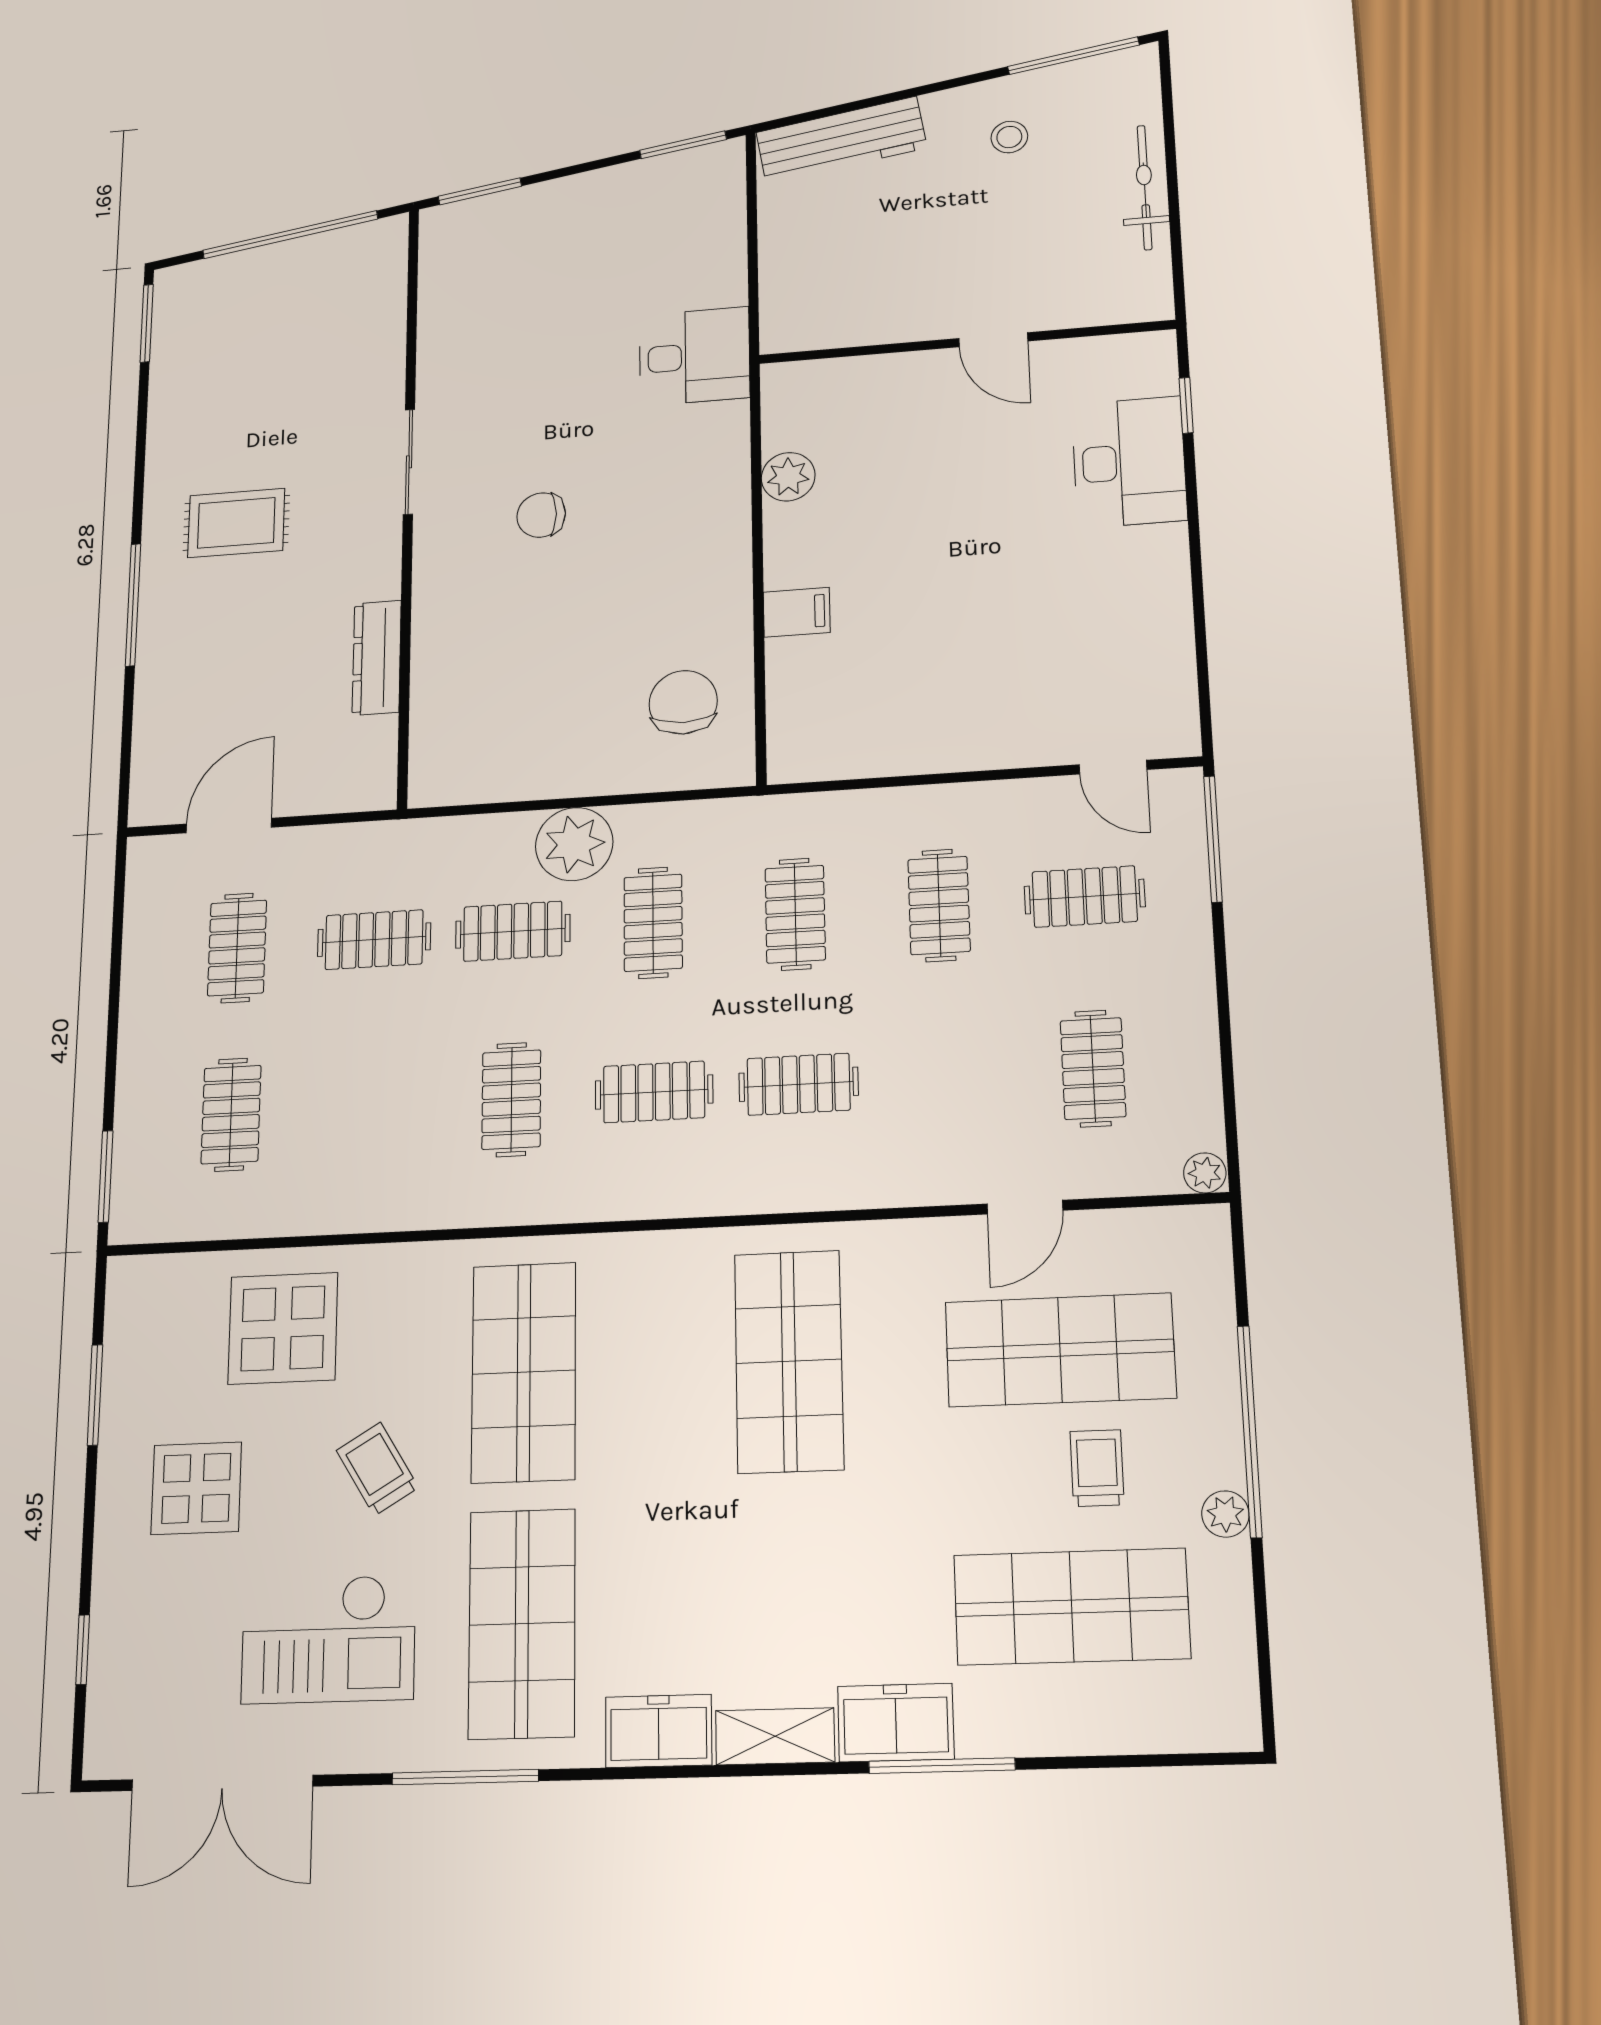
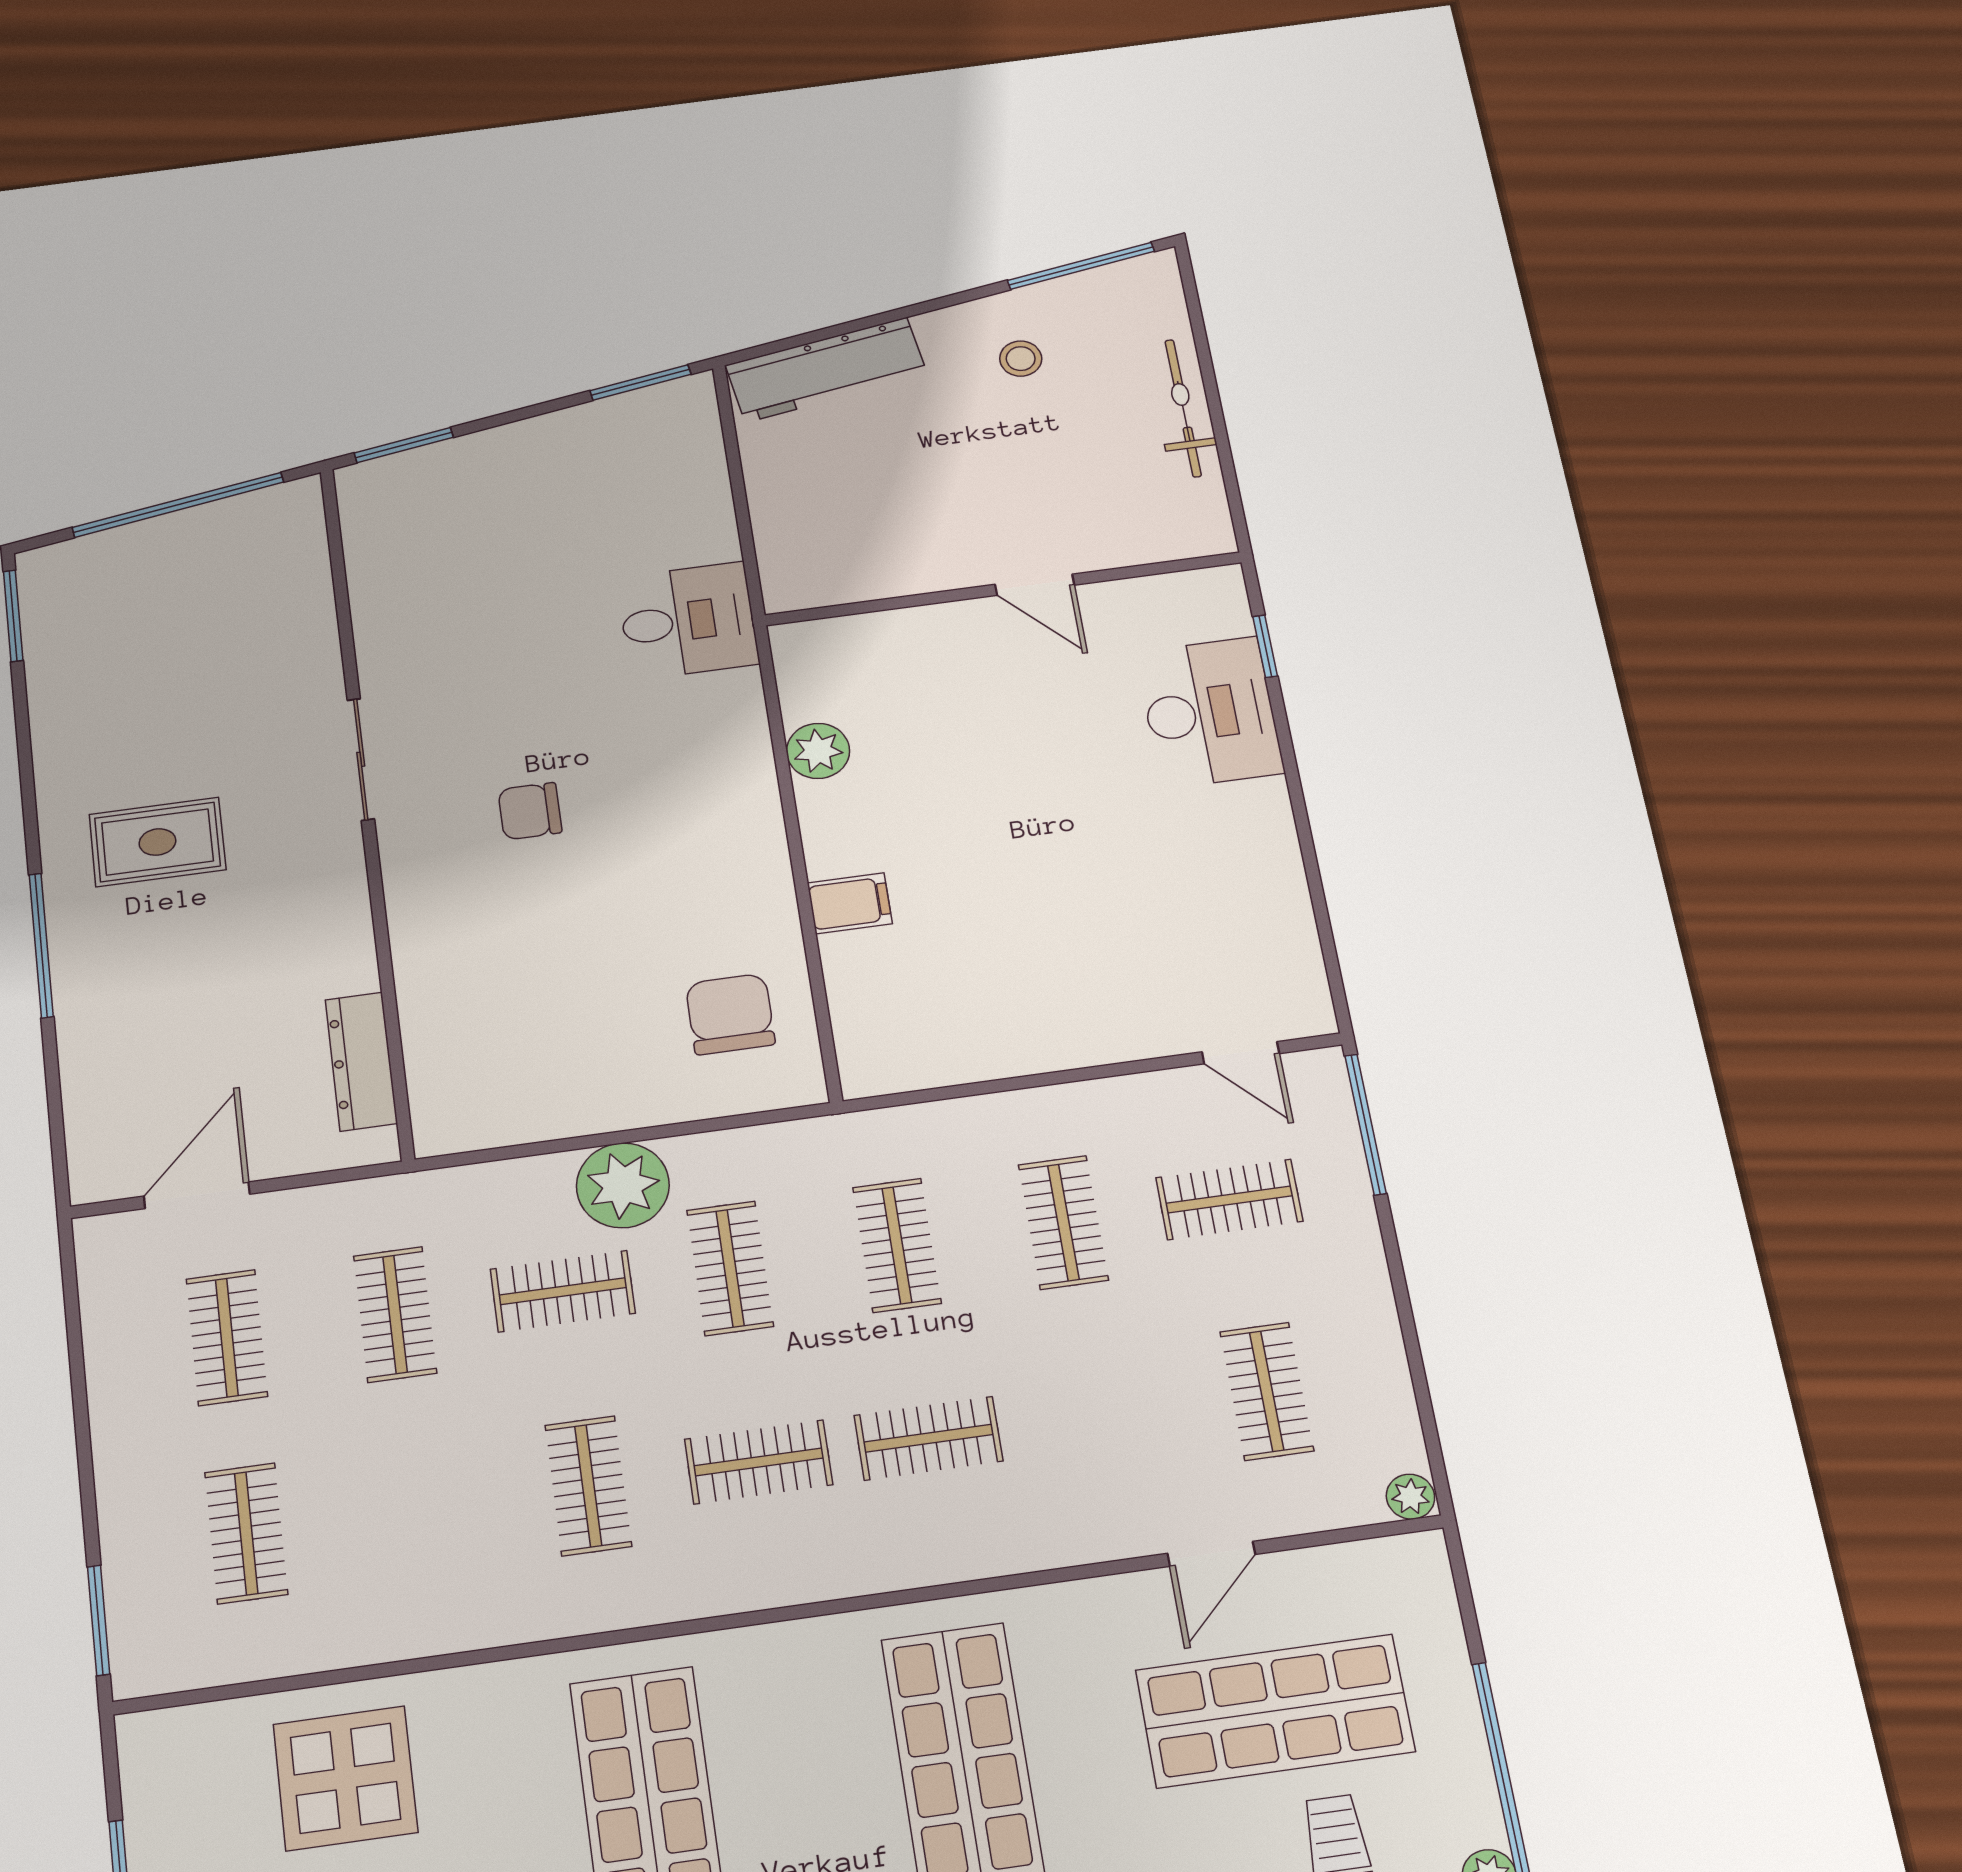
dresser: (377, 658) -> (361, 1061), moved
clothes rail: (374, 940) -> (395, 1314), turned 90

